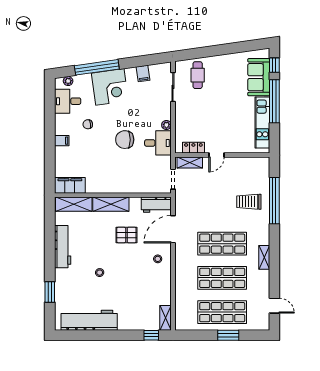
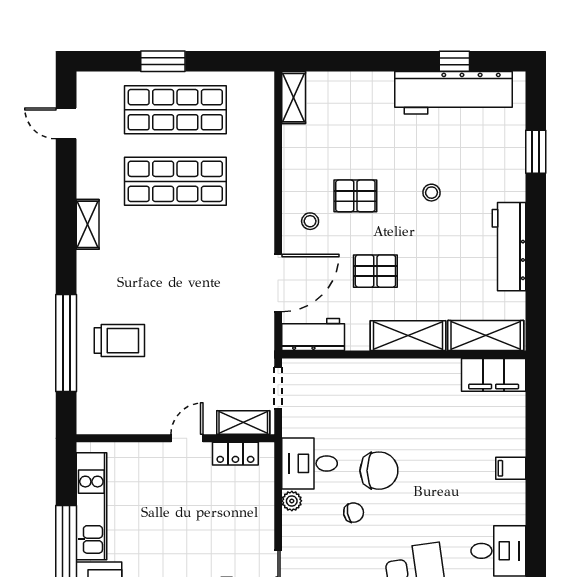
chair: (88, 124) -> (354, 513), moved
shop shelf: (222, 244) -> (175, 253), removed
pallet: (136, 271) -> (355, 196), added
window: (151, 335) -> (454, 61), moved

